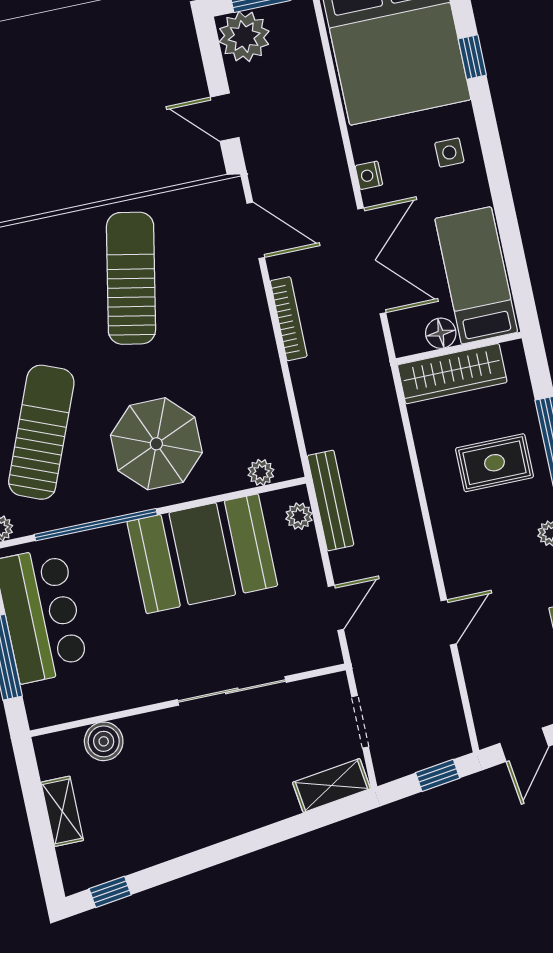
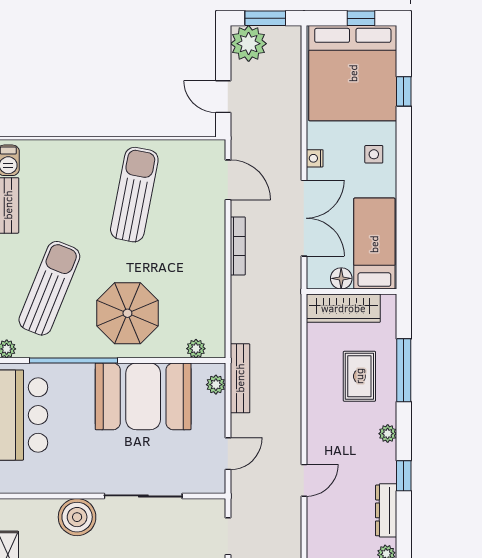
rug: (494, 463) -> (359, 376), turned 90
boiler: (104, 741) -> (77, 517), moved, width x1.37, depth x1.37

